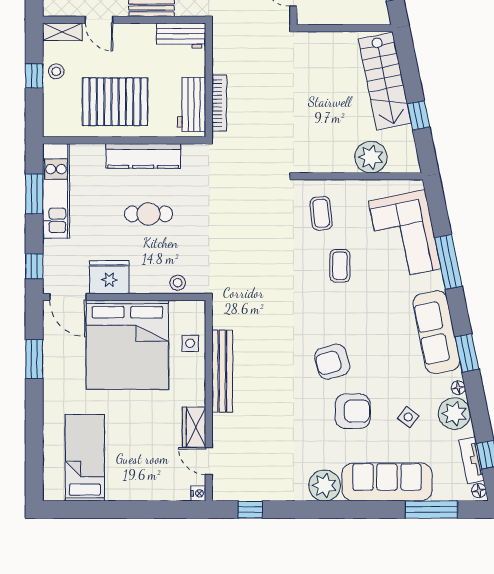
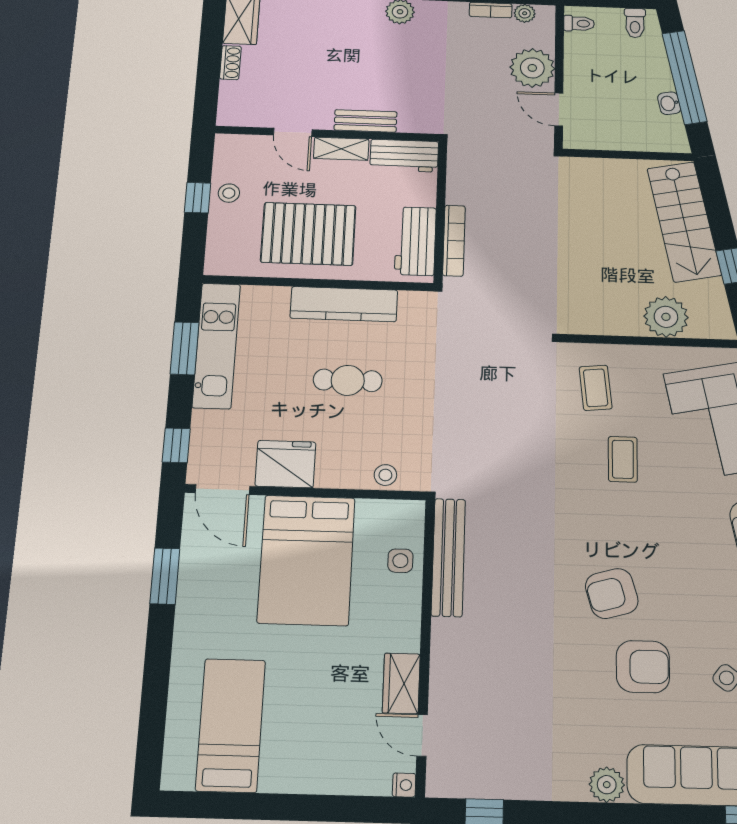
shelving: (62, 32) -> (341, 149), moved
bed: (127, 345) -> (306, 560), width x0.73
bench: (222, 371) -> (448, 557), moved
plant: (325, 485) -> (607, 785), width x0.73, depth x0.73

